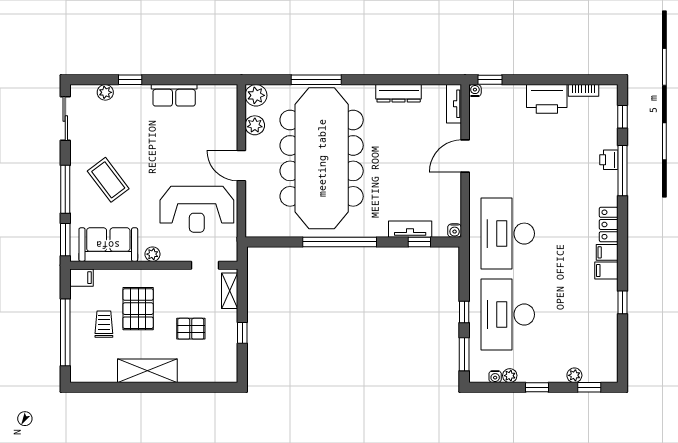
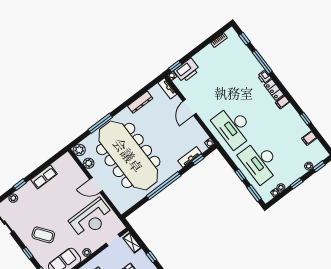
printer: (547, 99) -> (187, 70), moved
printer: (609, 160) -> (264, 77), moved
window: (65, 189) -> (28, 253), width x0.46
filing cabinet: (606, 271) -> (309, 138), moved

